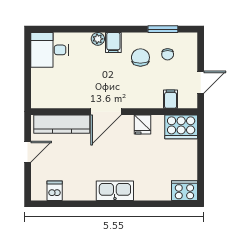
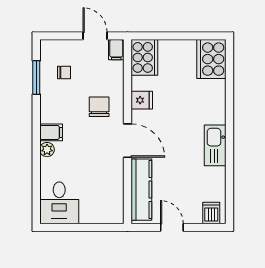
chair: (140, 57) -> (99, 107), moved, turned 90
filing cabinet: (171, 99) -> (116, 50), moved, turned -90
dishwasher: (55, 191) -> (211, 213), moved, turned 90
kitchen sink: (115, 191) -> (215, 145), moved
cooker: (184, 191) -> (211, 59), width x1.37, depth x1.31

